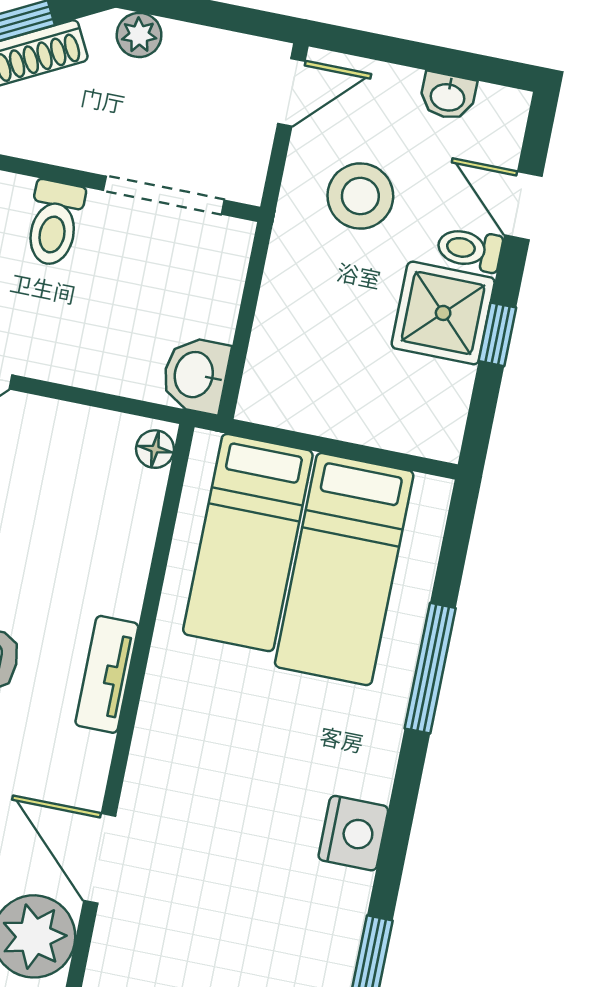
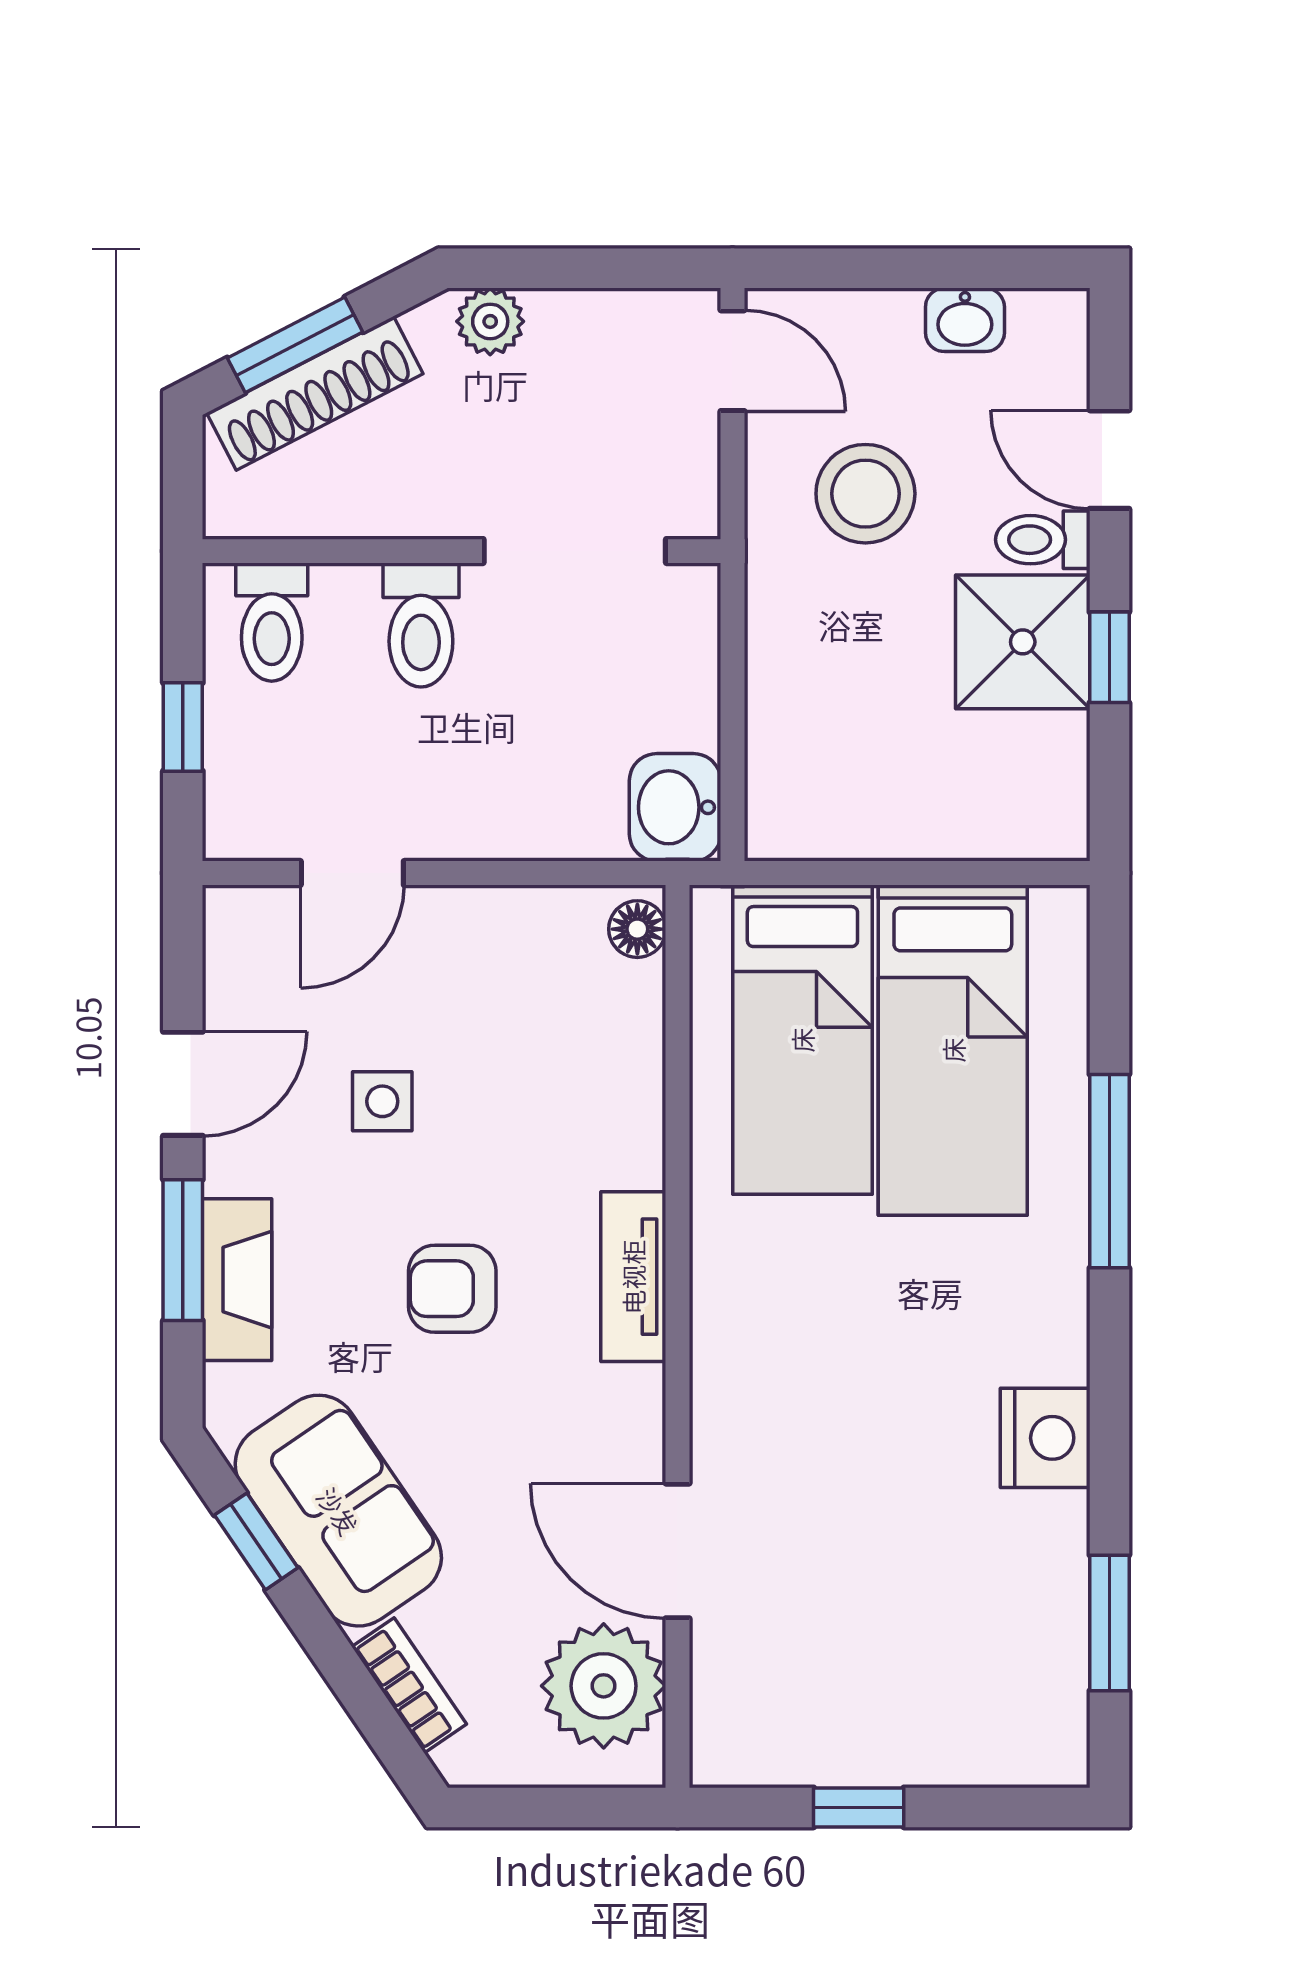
door: (291, 92) -> (732, 361), hinge flipped

